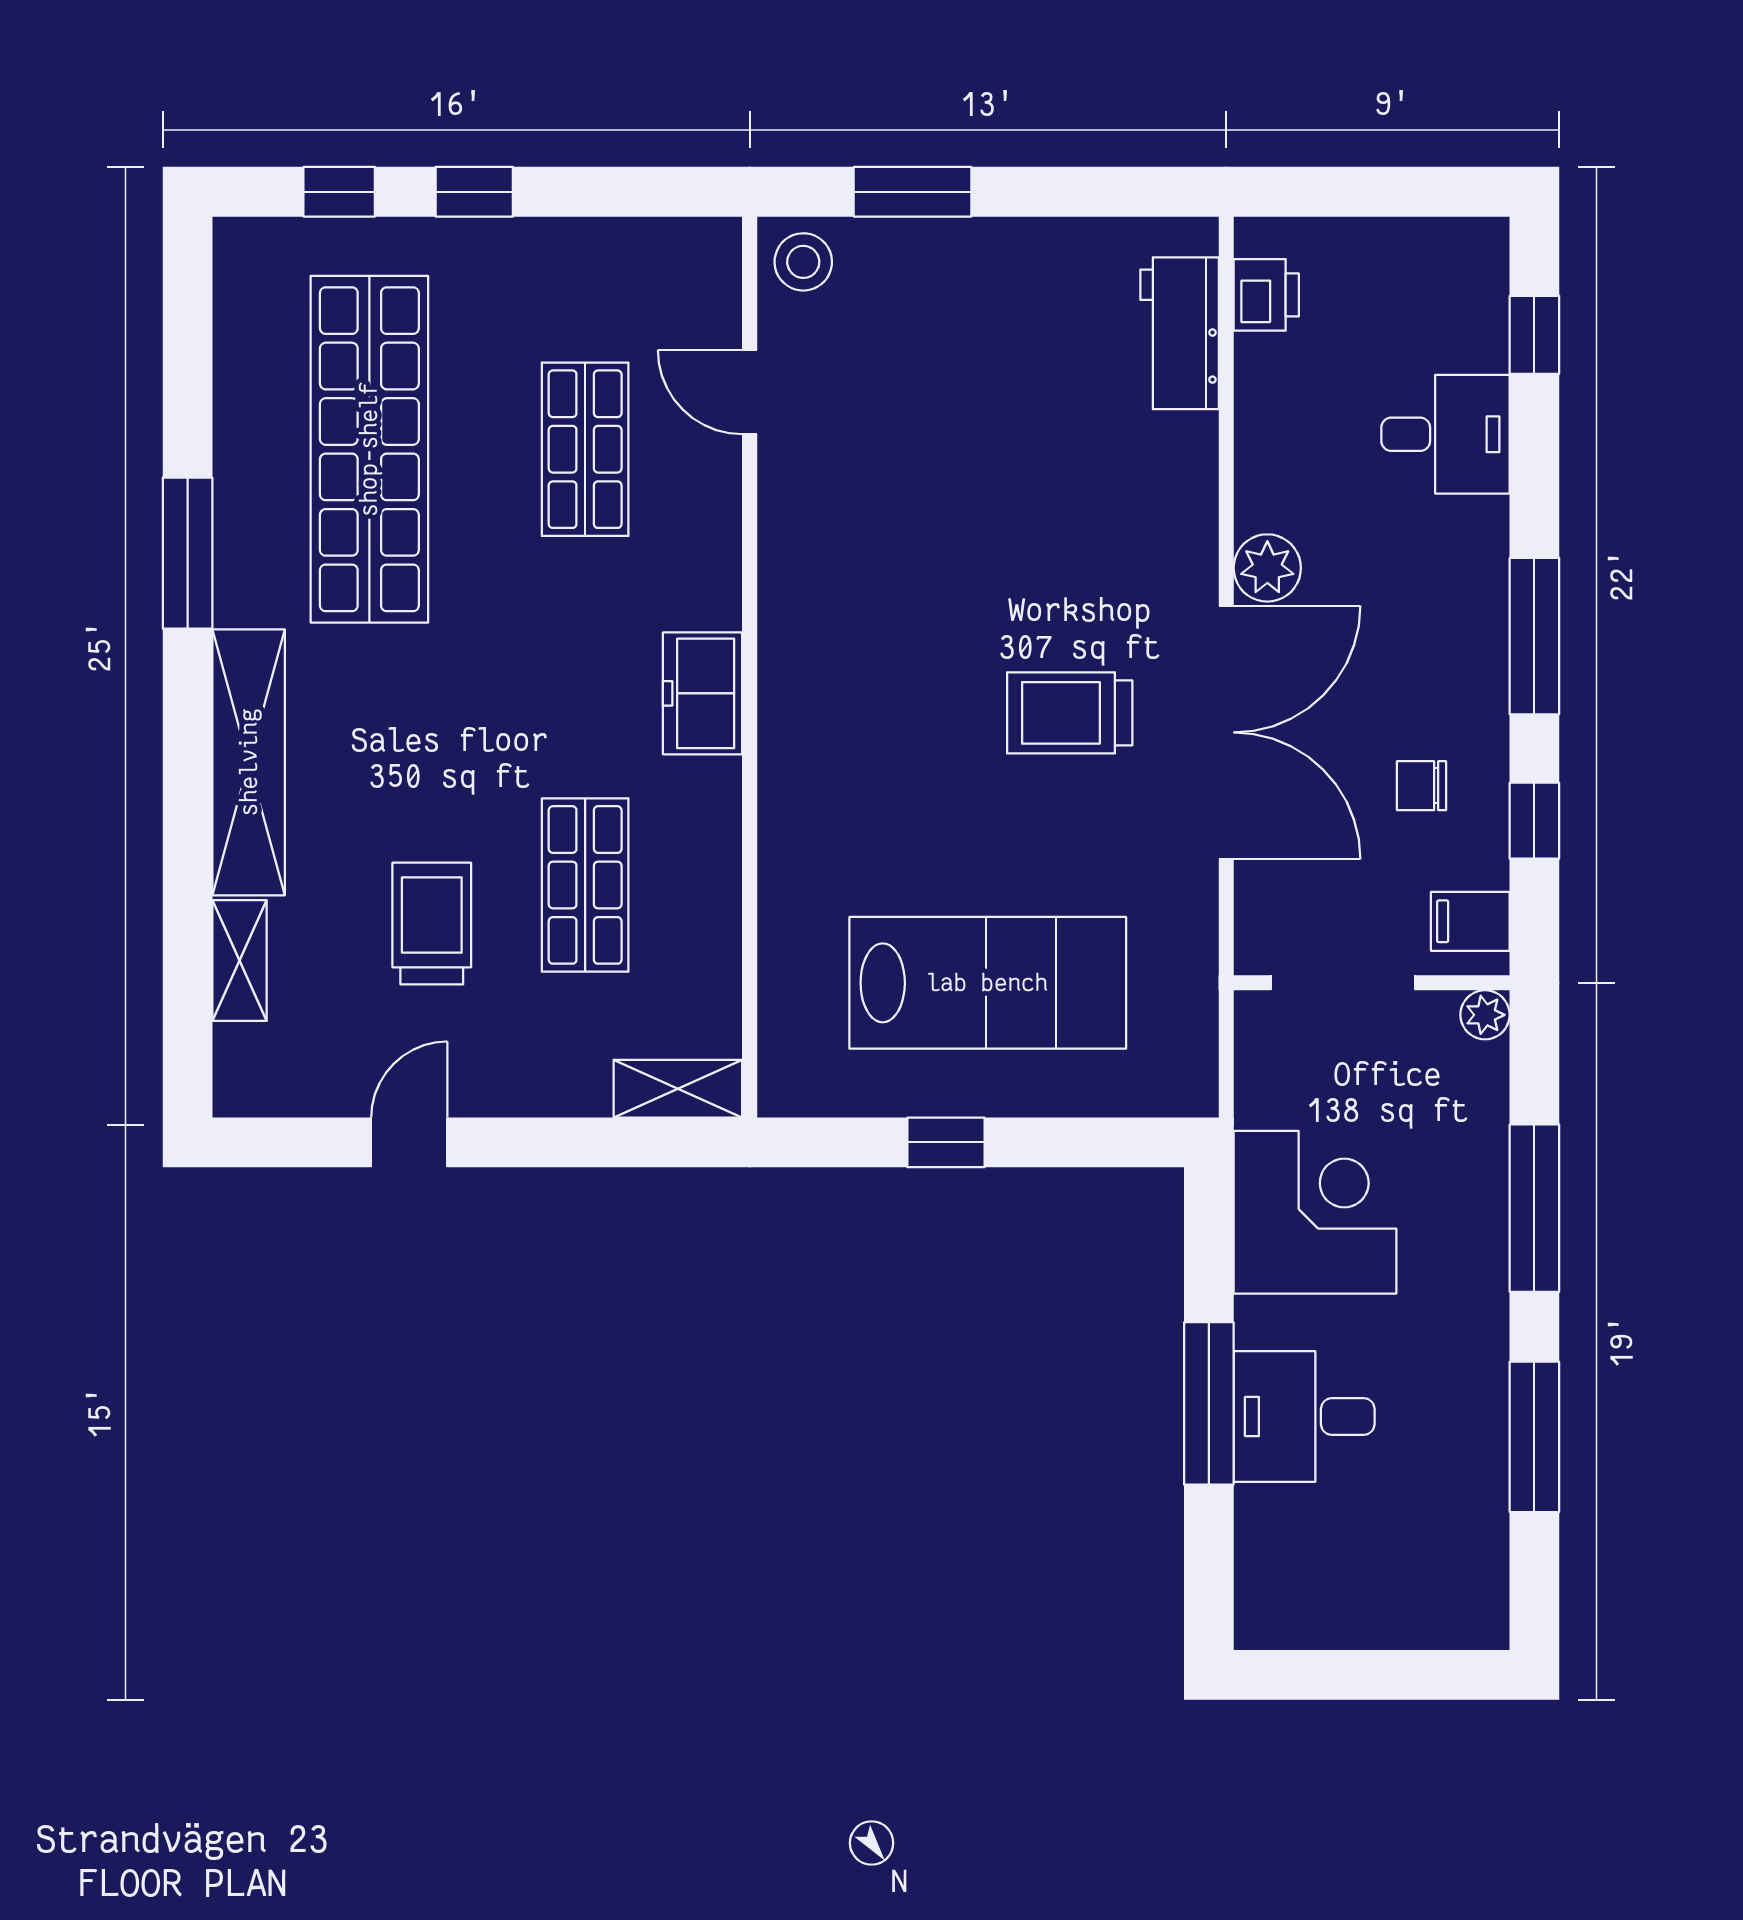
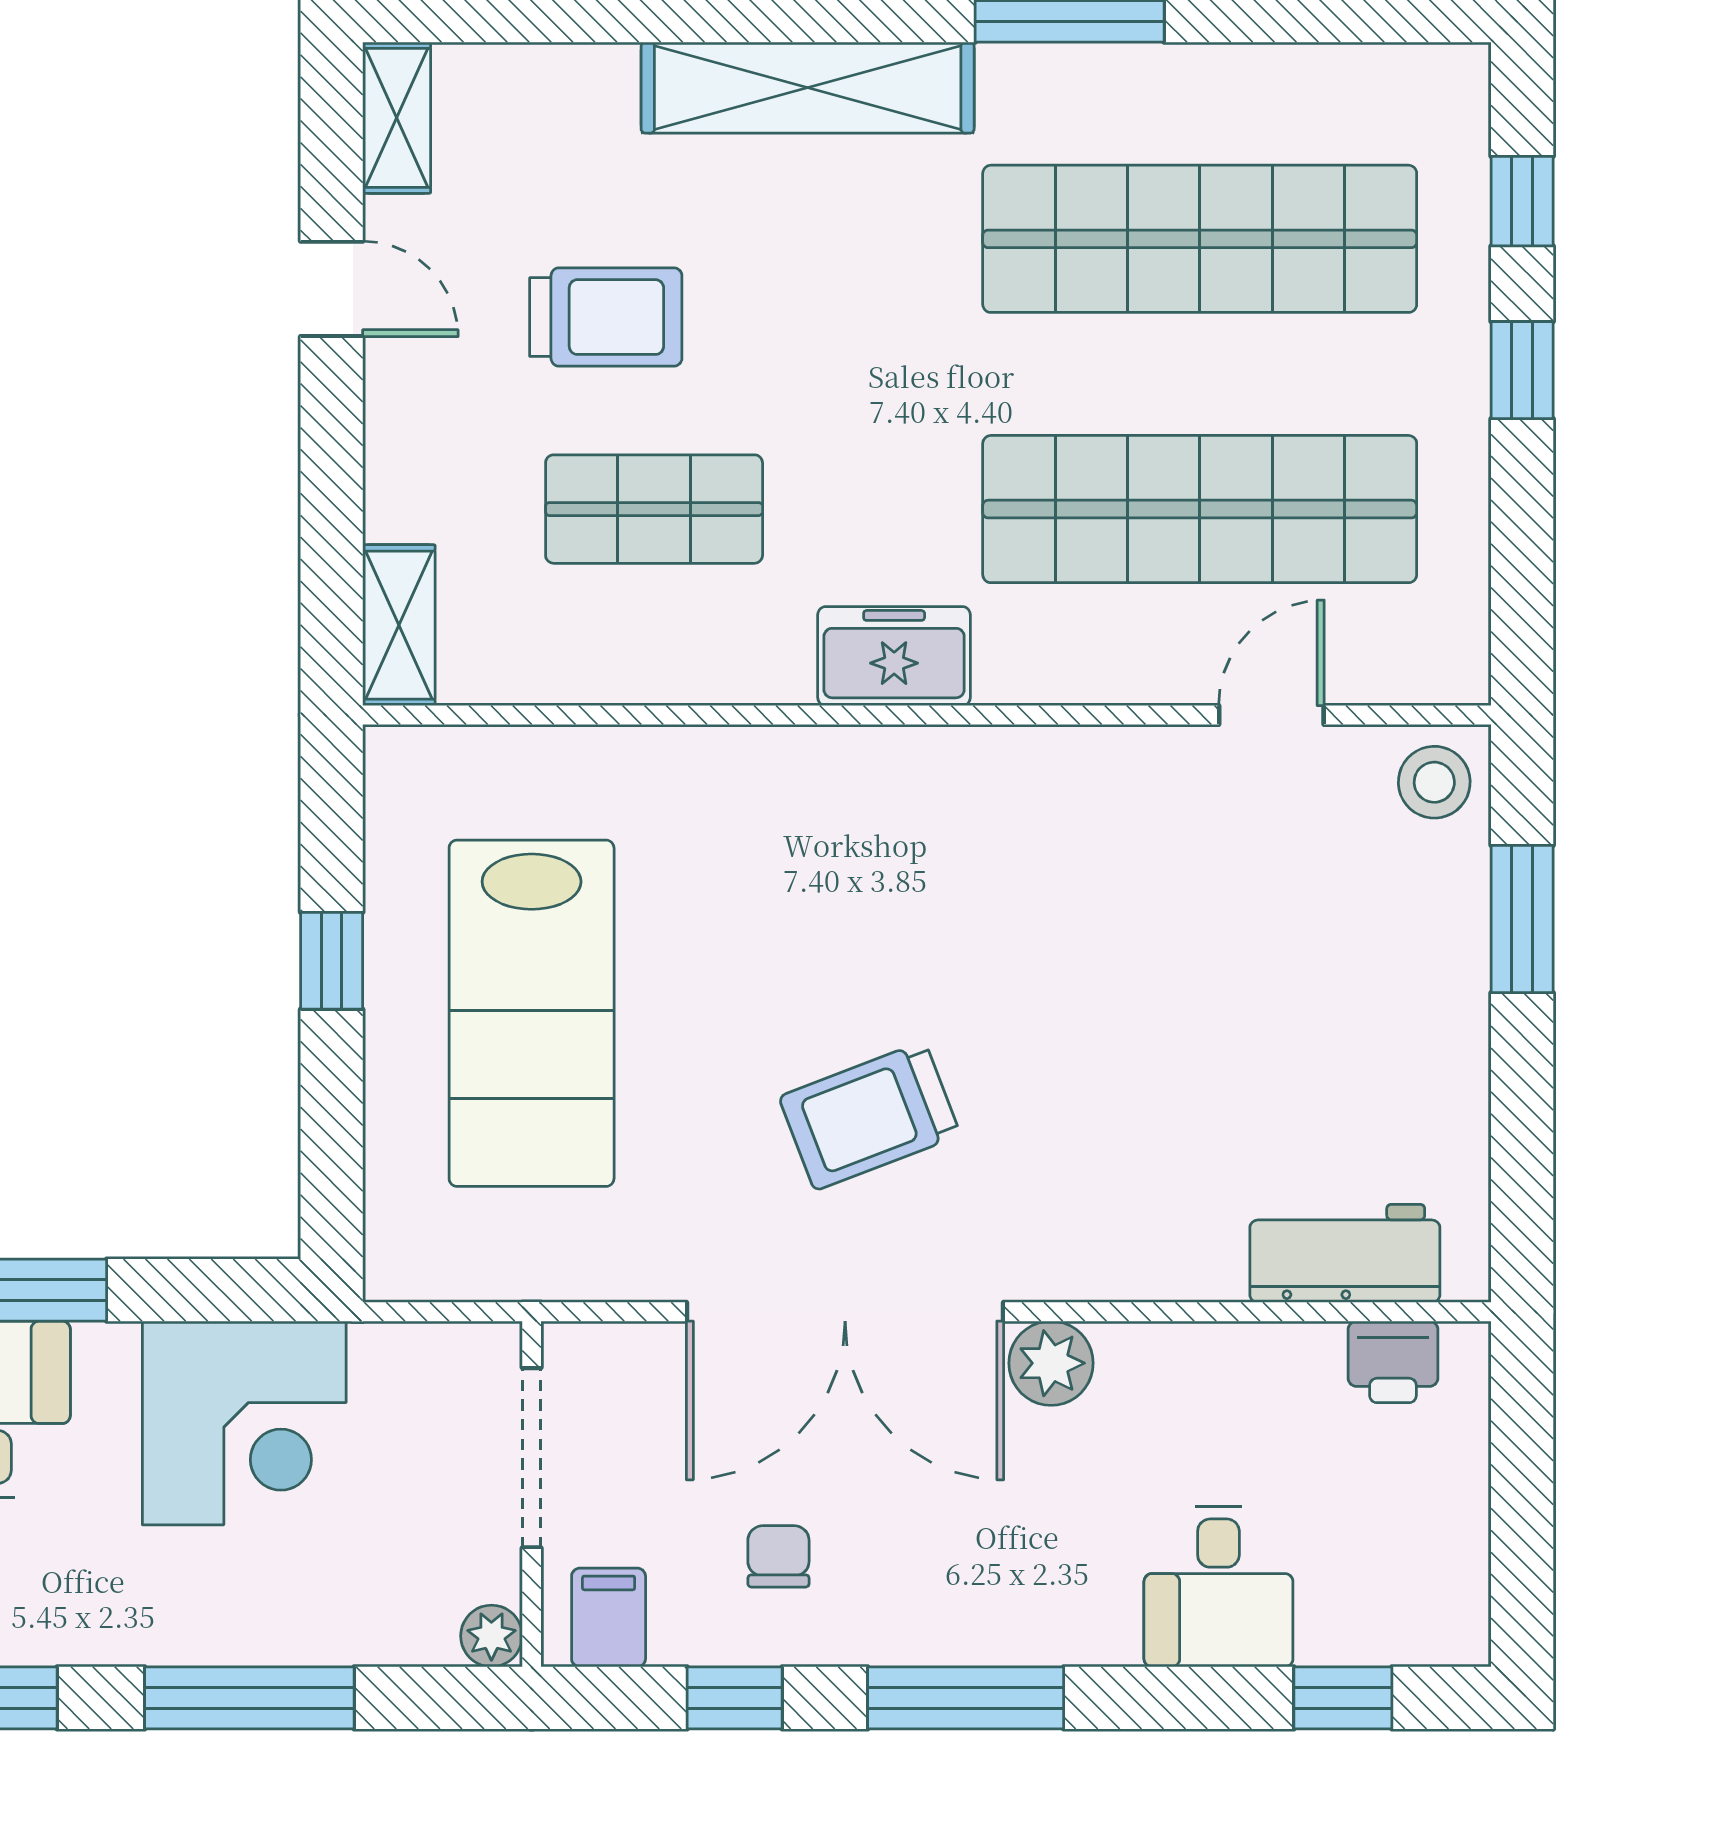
shop shelf: (585, 449) -> (1200, 509), width x2.00, depth x1.36
trolley: (1070, 713) -> (870, 1116), turned -111
shelving: (240, 961) -> (397, 118), moved, turned 90

